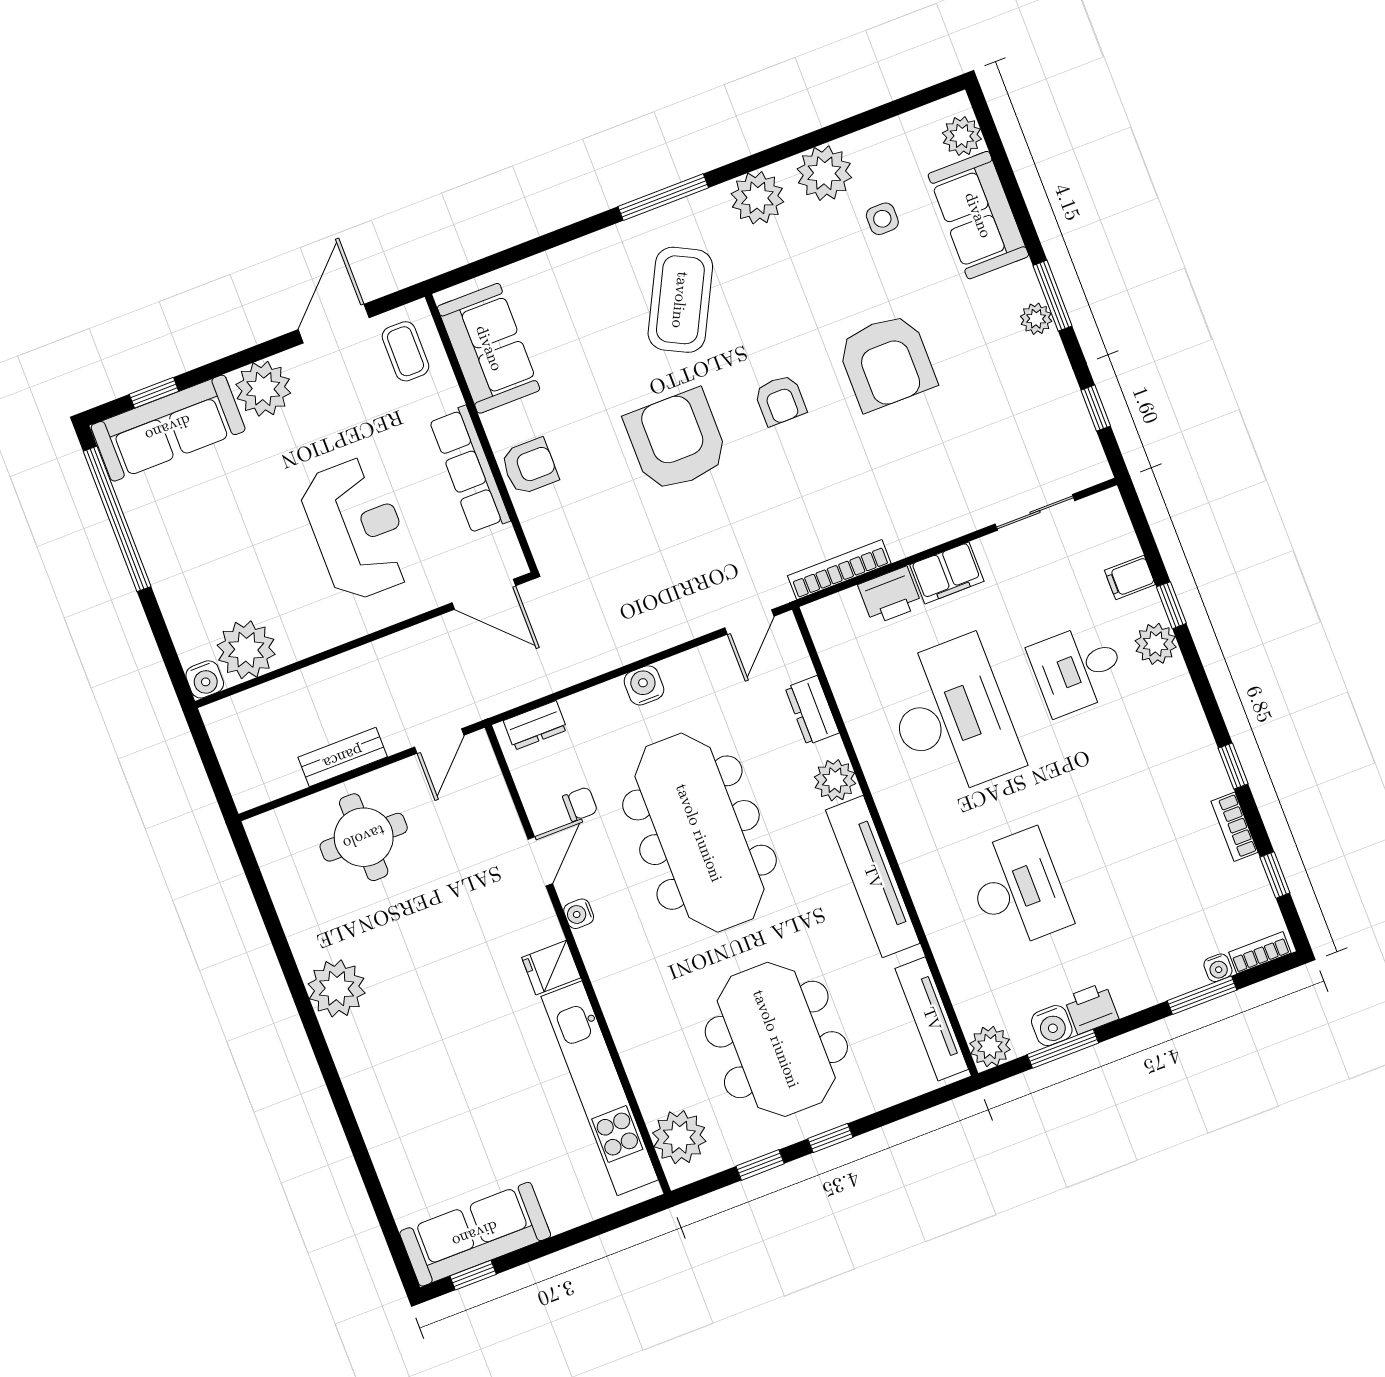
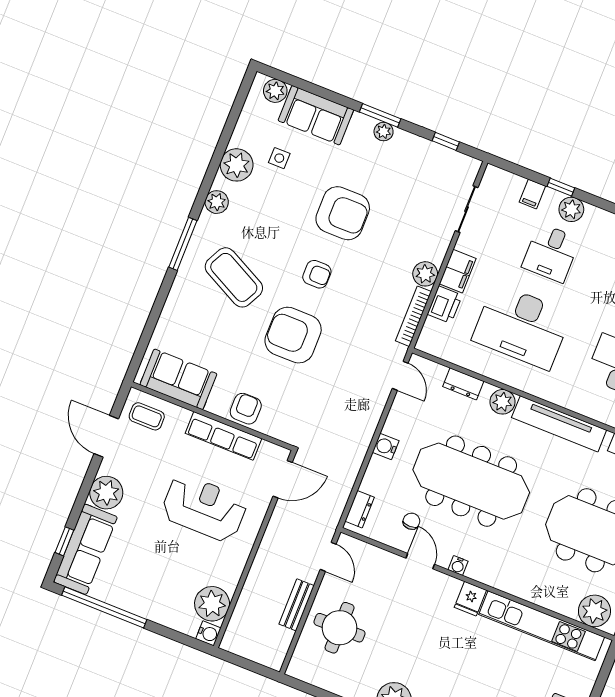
plant: (757, 198) -> (217, 202), width x0.73, depth x0.73
plant: (906, 535) -> (425, 274), added
desk: (952, 717) -> (522, 326), turned 180

